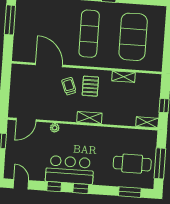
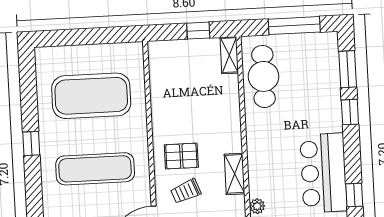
shelving: (124, 77) -> (159, 103), removed
shelving: (89, 118) -> (235, 174), moved
cafe table: (132, 164) -> (263, 76), moved
window: (81, 189) -> (350, 112), moved

